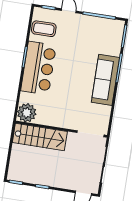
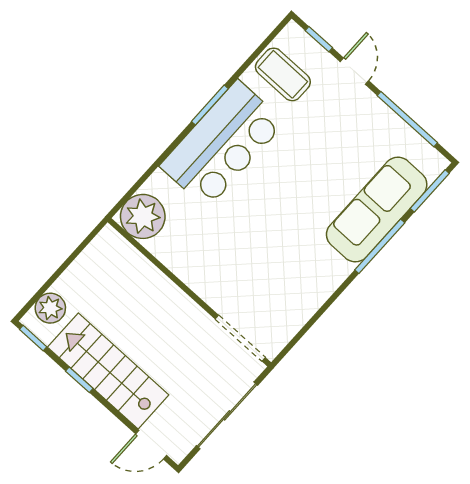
sofa: (105, 80) -> (377, 210), moved
stairs: (40, 137) -> (108, 371), moved, turned 180
plant: (15, 168) -> (50, 308), added

